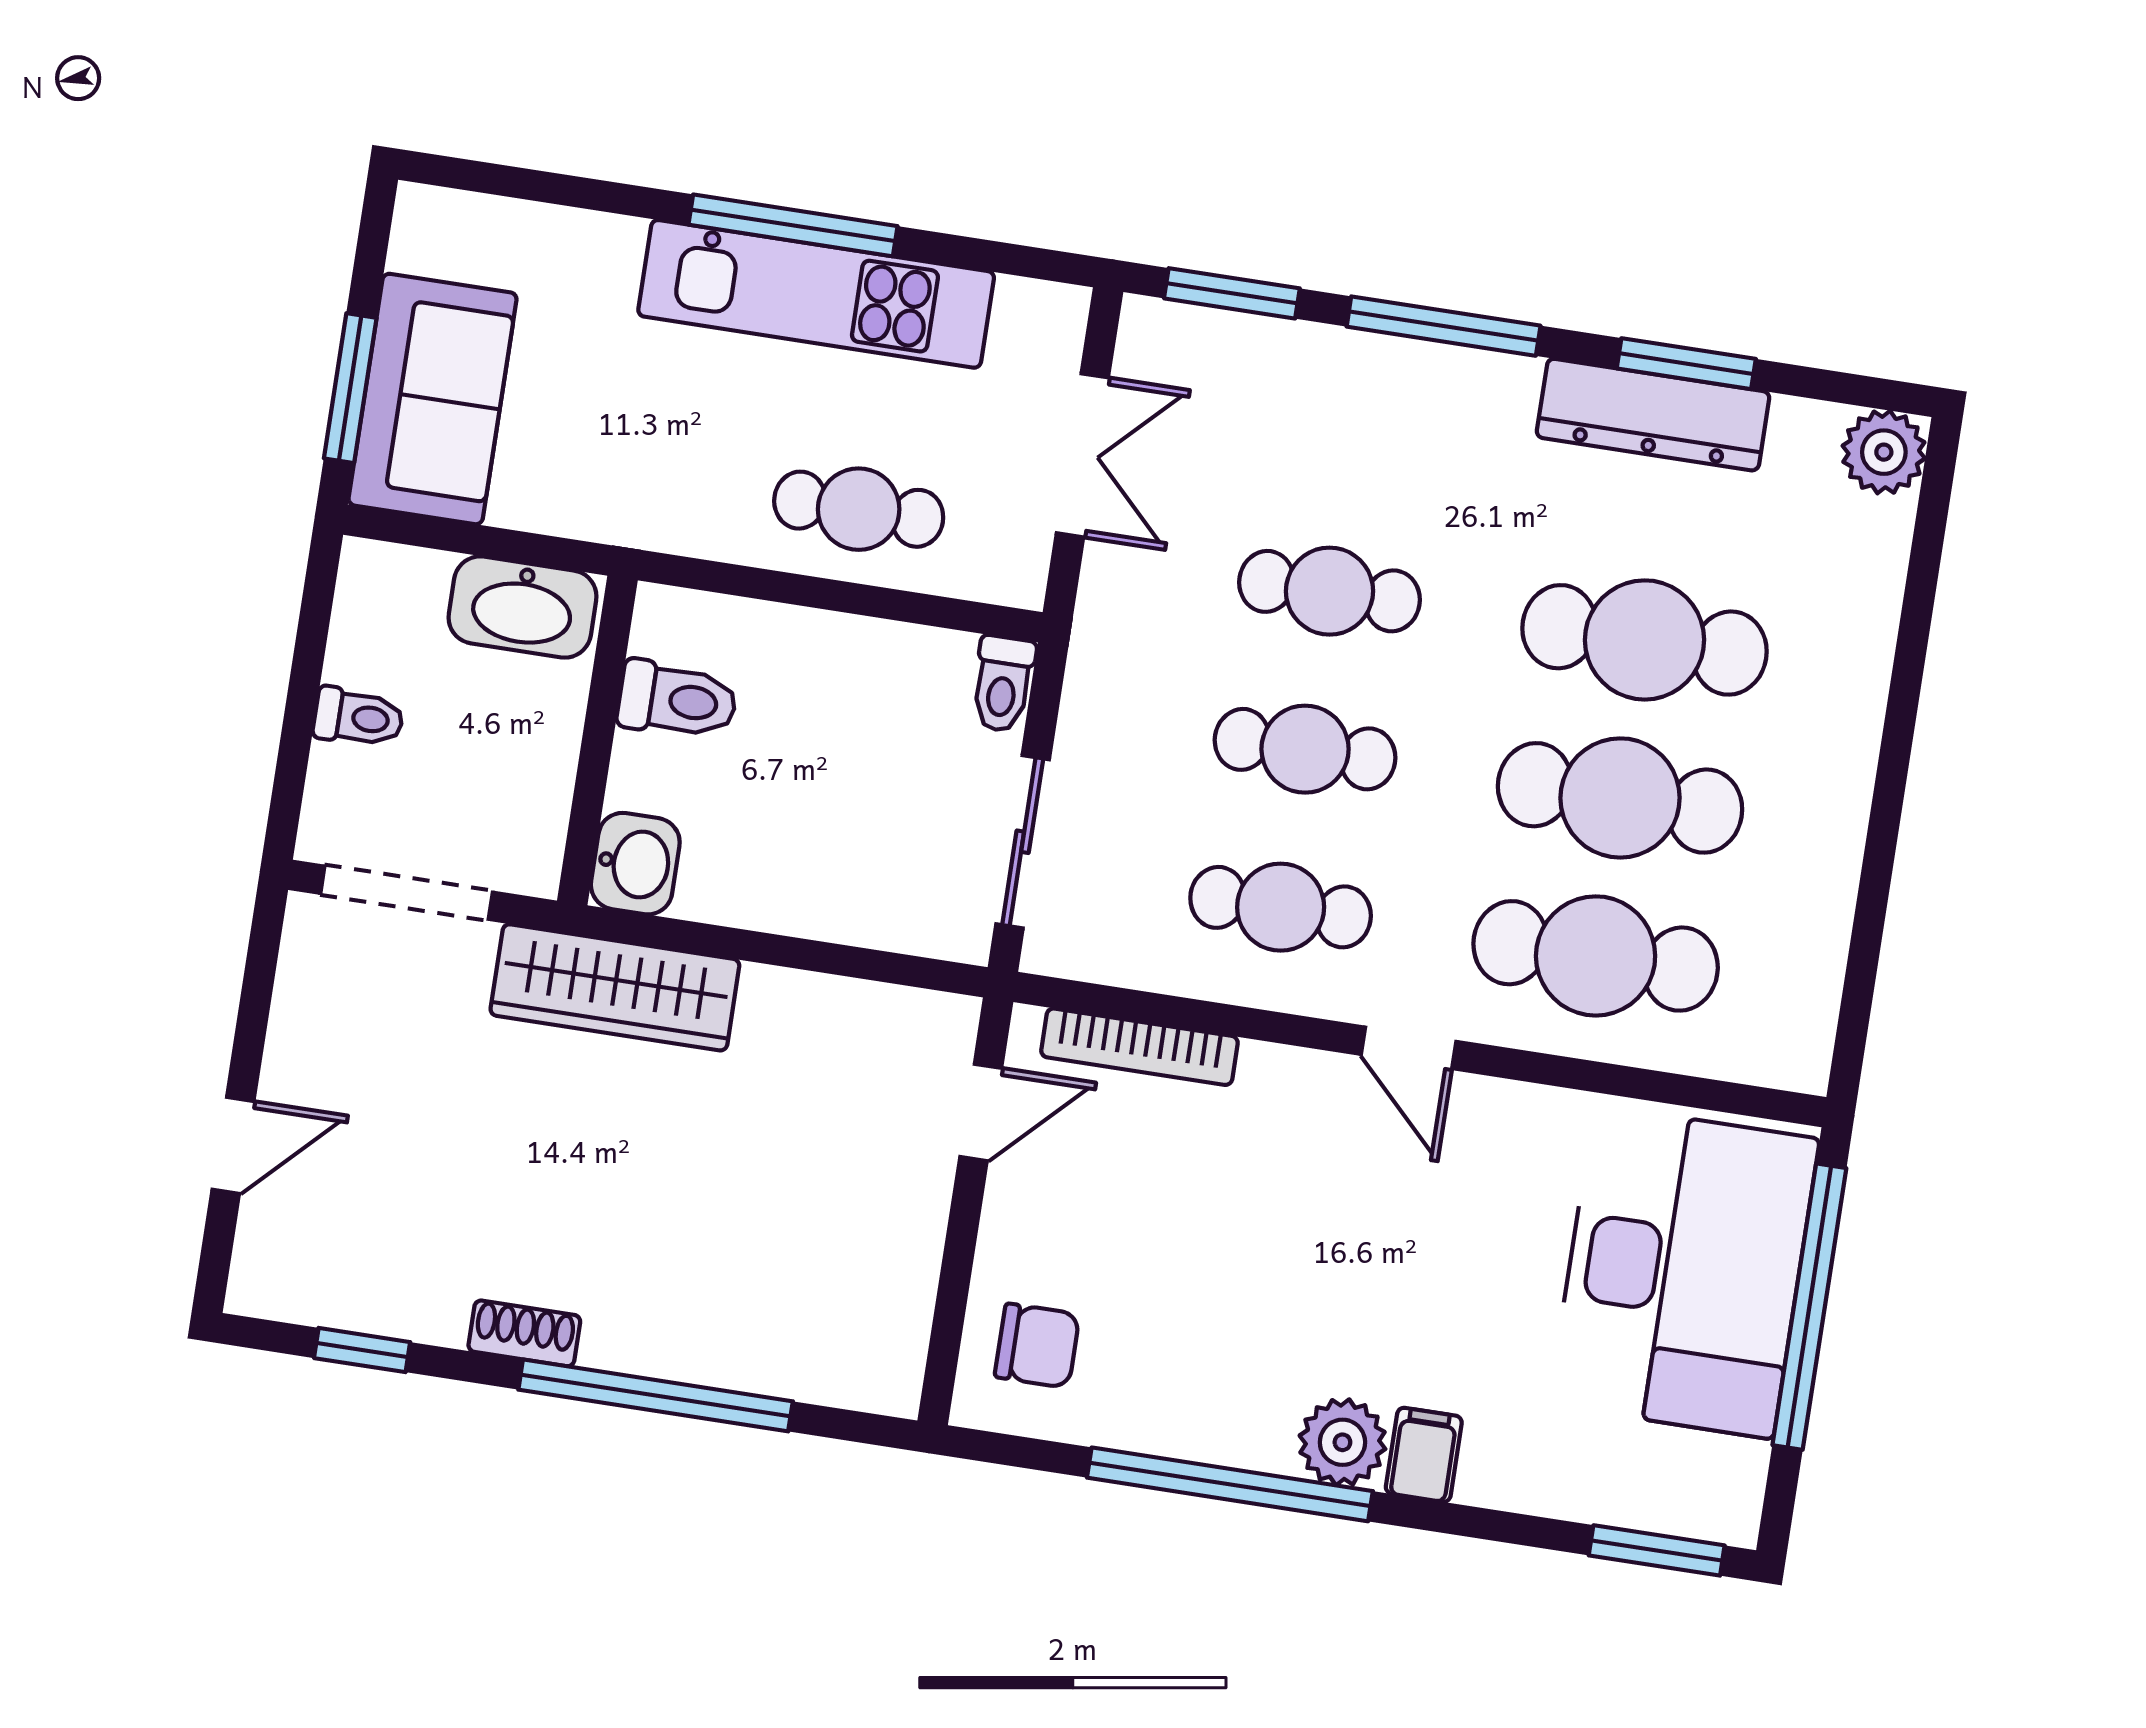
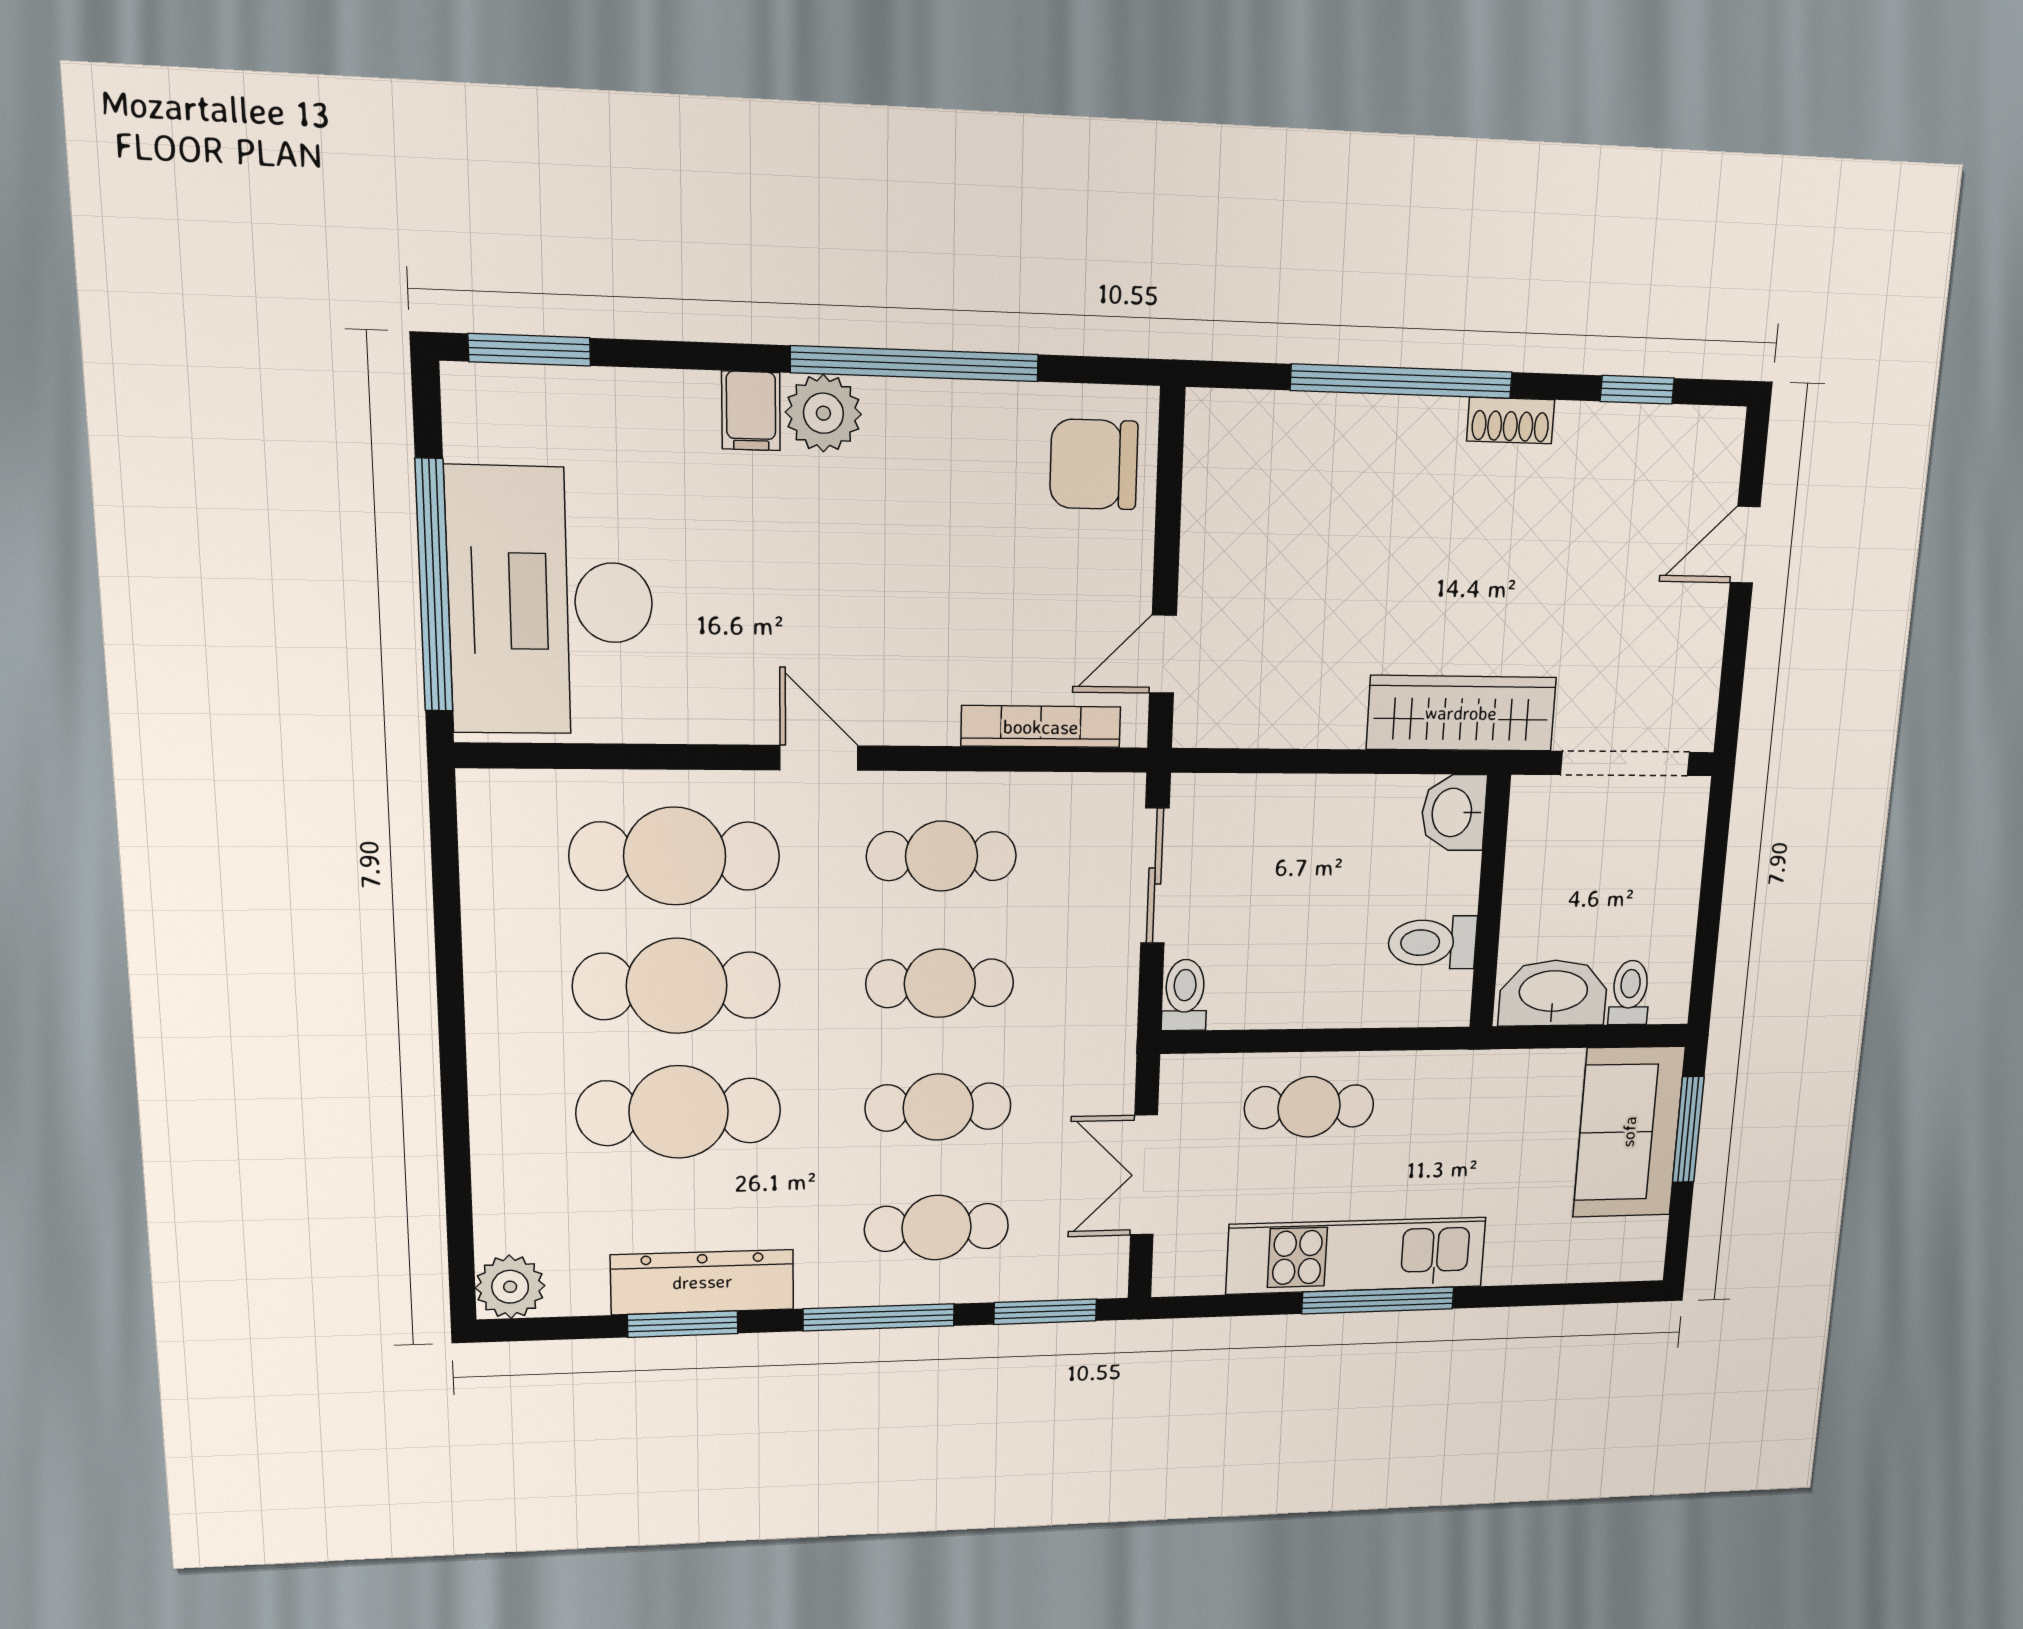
cafe table: (1354, 433) -> (937, 1228), added
toilet: (359, 717) -> (1630, 993), moved, turned 90
chair: (1037, 1346) -> (1094, 464), width x1.37, depth x1.37

